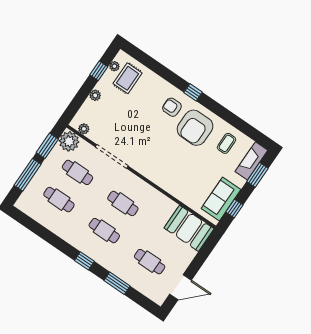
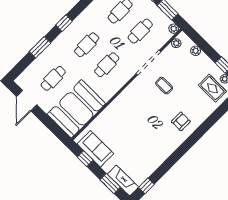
window: (193, 92) -> (146, 186), moved
plant: (95, 95) -> (196, 51), moved
armchair: (195, 128) -> (160, 138), removed
plant: (69, 141) -> (174, 29), width x0.53, depth x0.53
coffee table: (226, 143) -> (164, 86), moved
booth: (189, 228) -> (76, 109), width x1.36, depth x1.42

